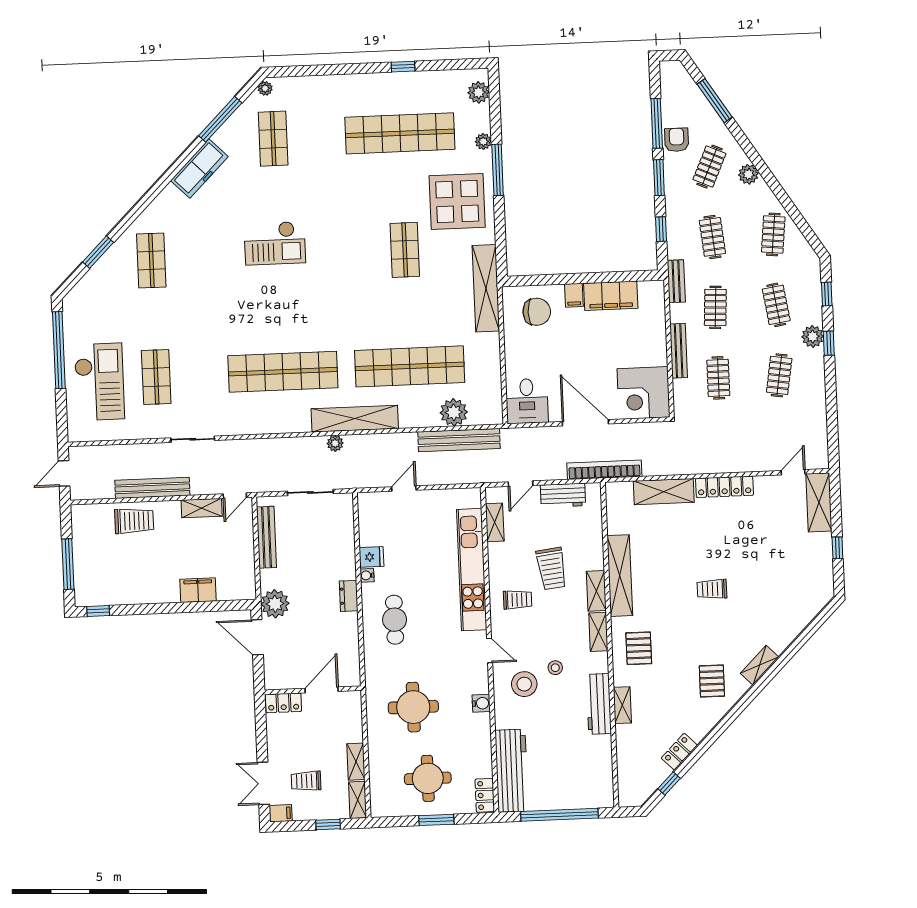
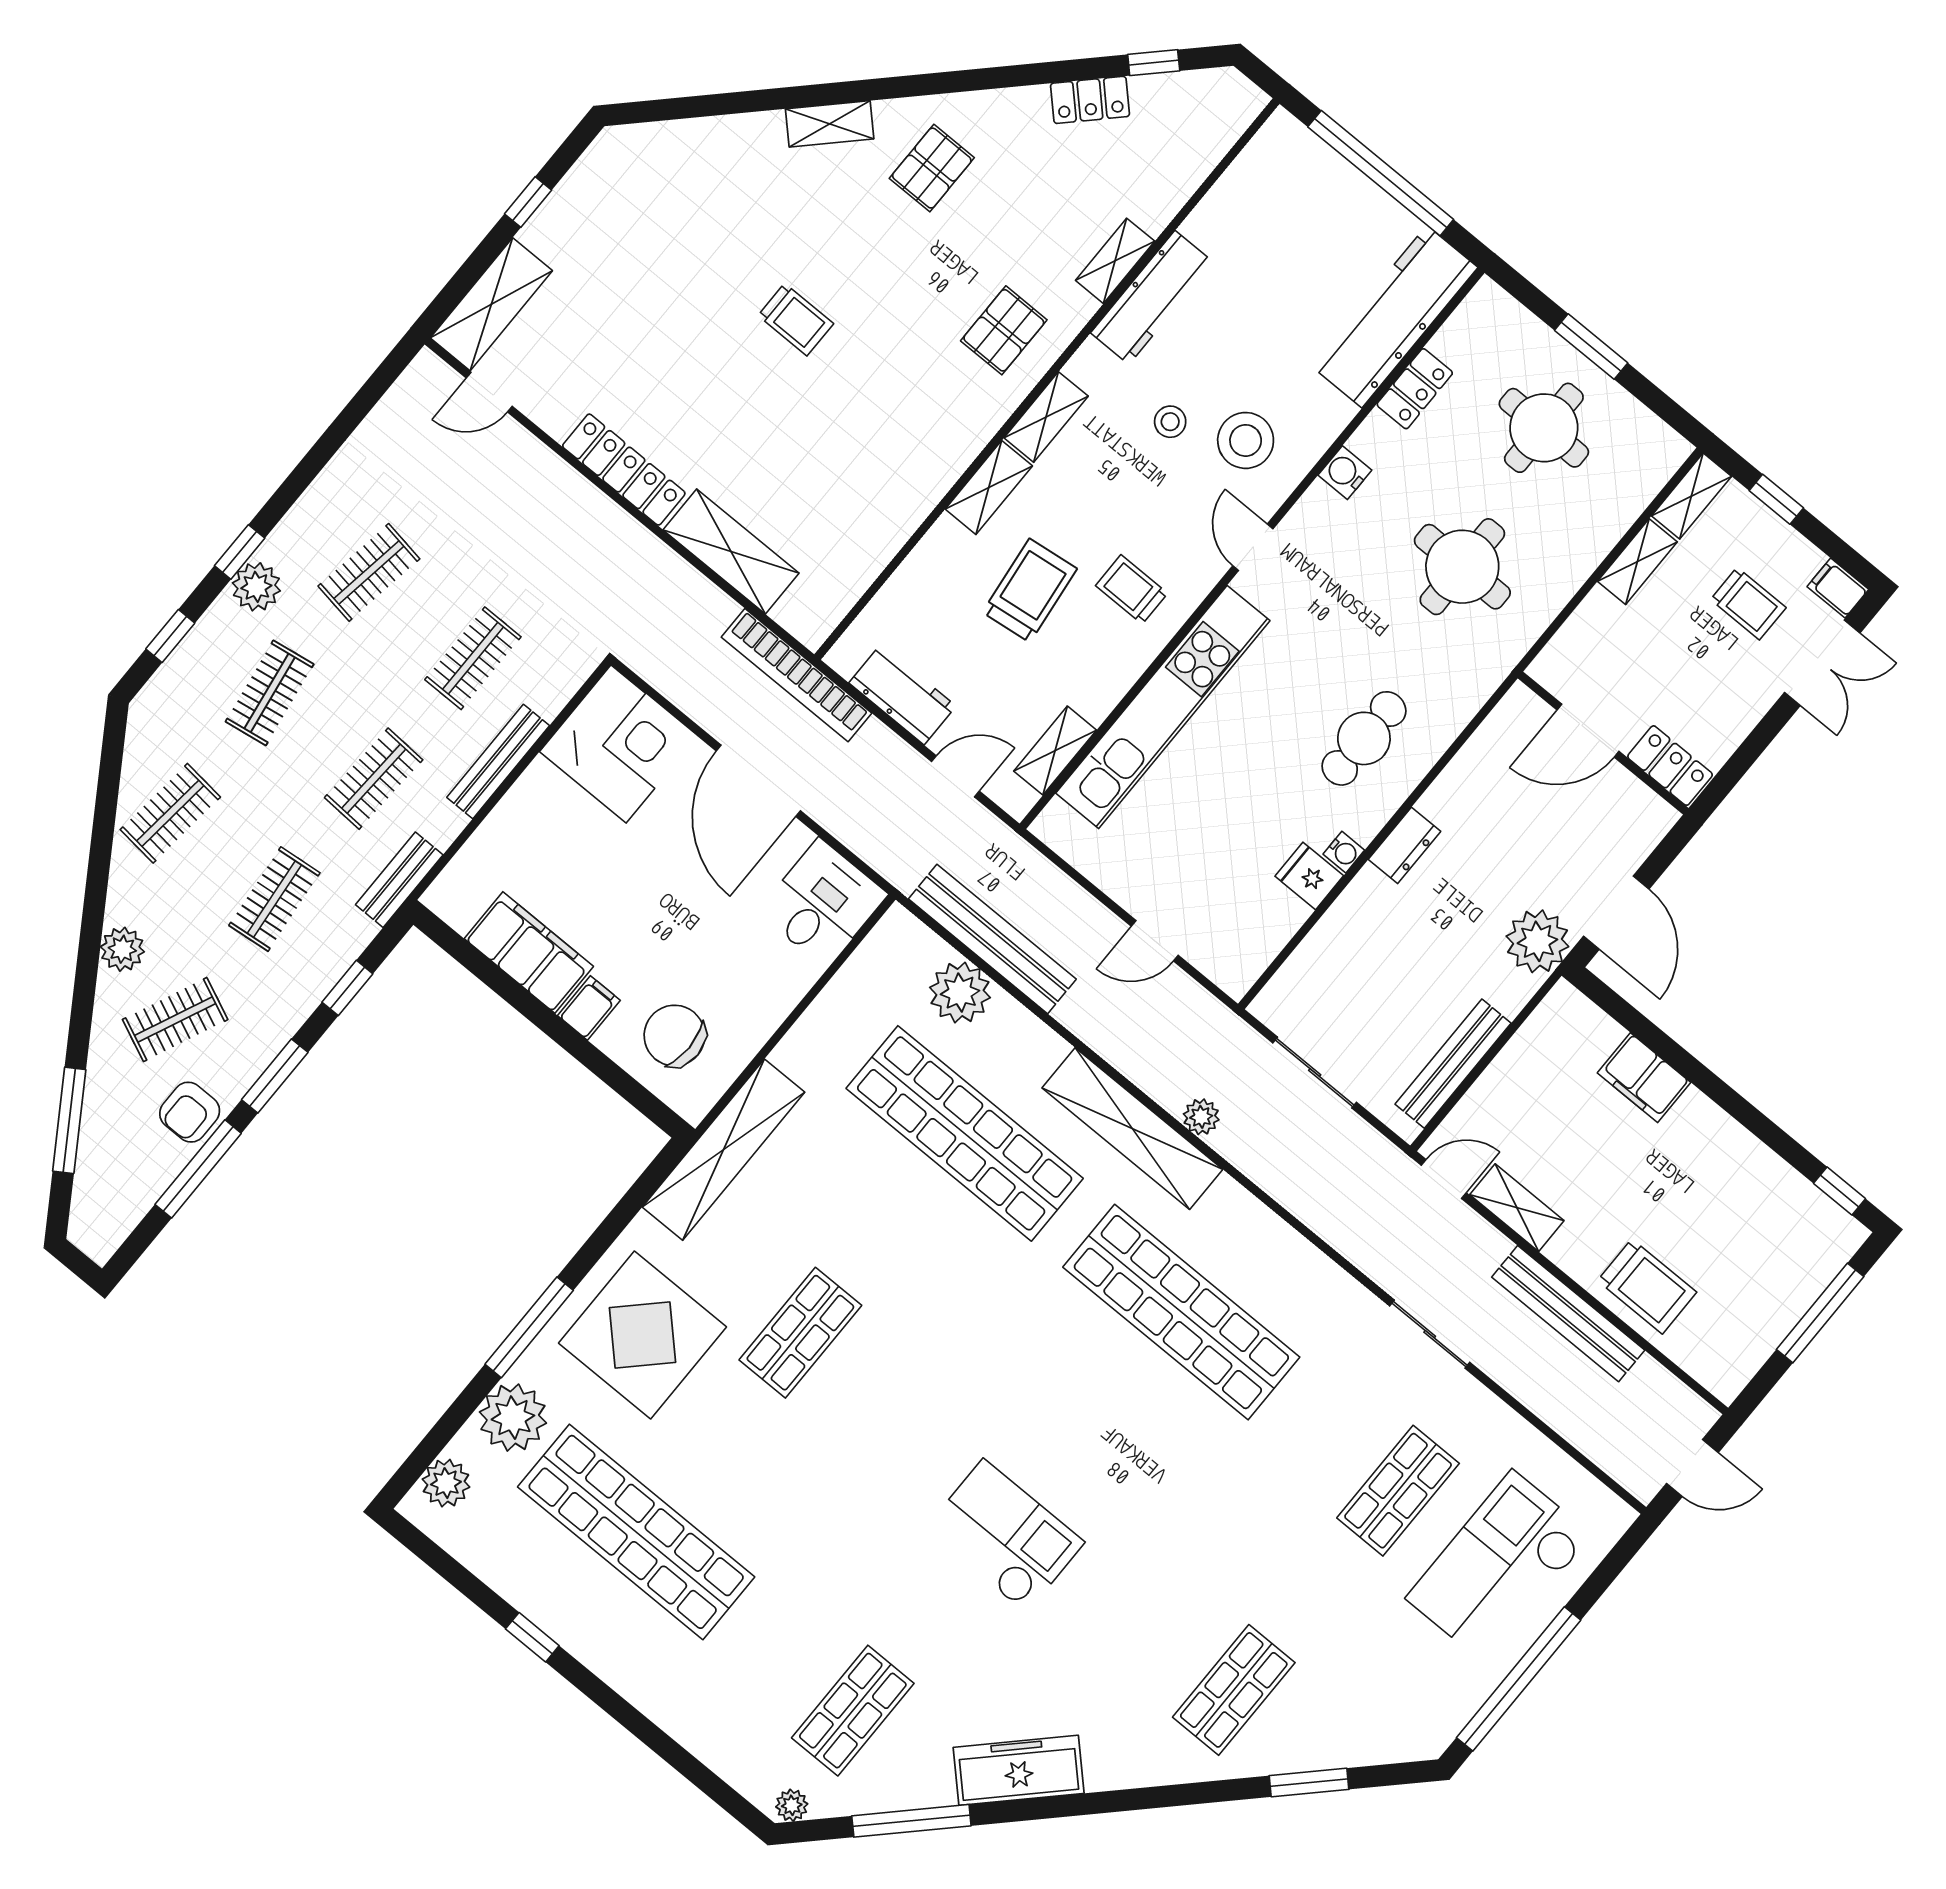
plant: (483, 142) -> (513, 1418), width x1.87, depth x1.87
trolley: (134, 521) -> (1647, 1286), turned 180
shelving: (620, 576) -> (928, 478), removed
locker: (485, 795) -> (1415, 389), moved

